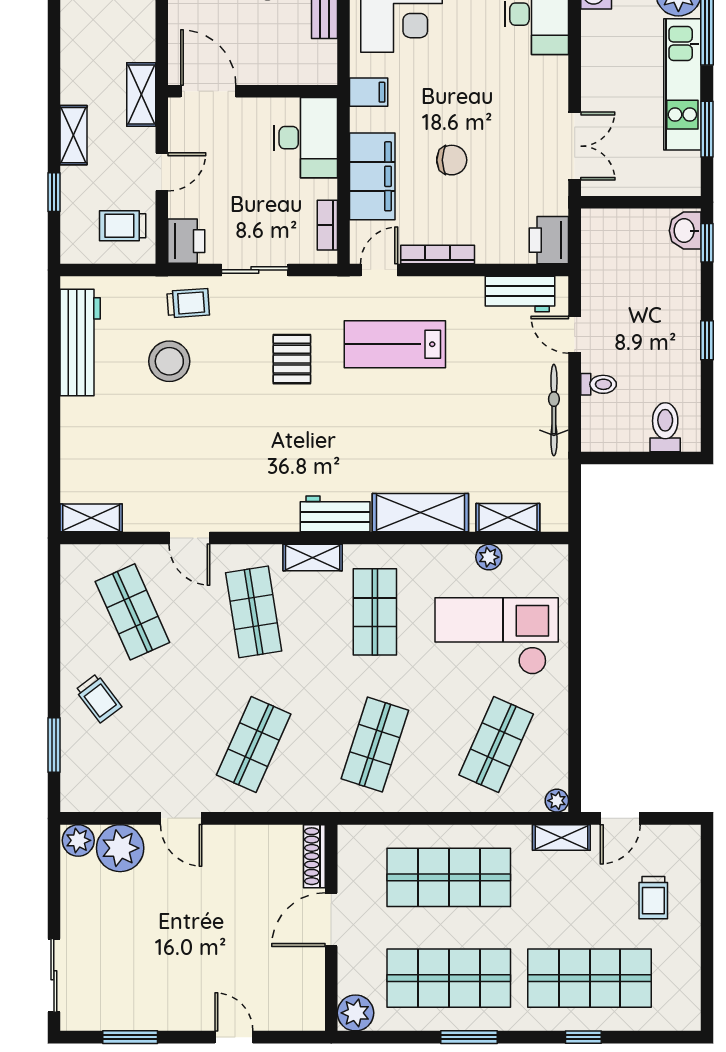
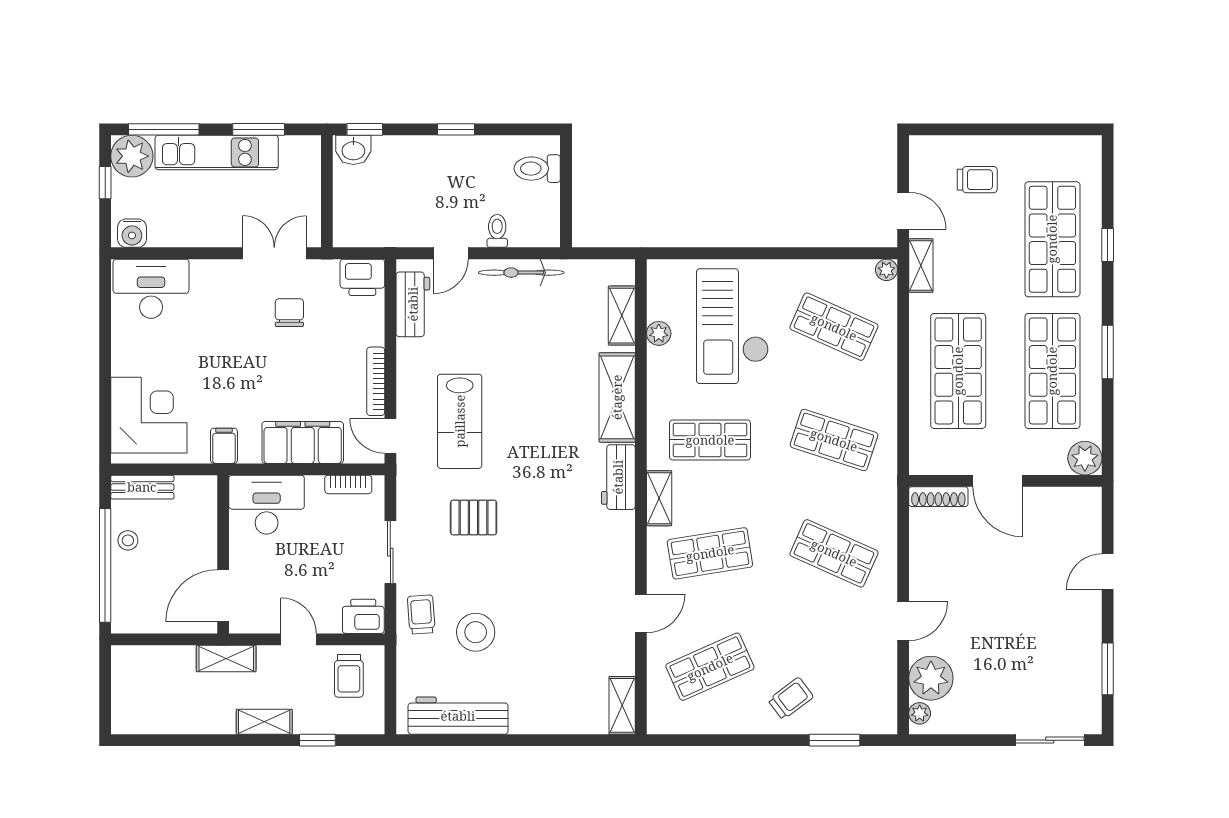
chair: (452, 160) -> (289, 313), moved
plant: (78, 840) -> (920, 713), width x0.73, depth x0.73

